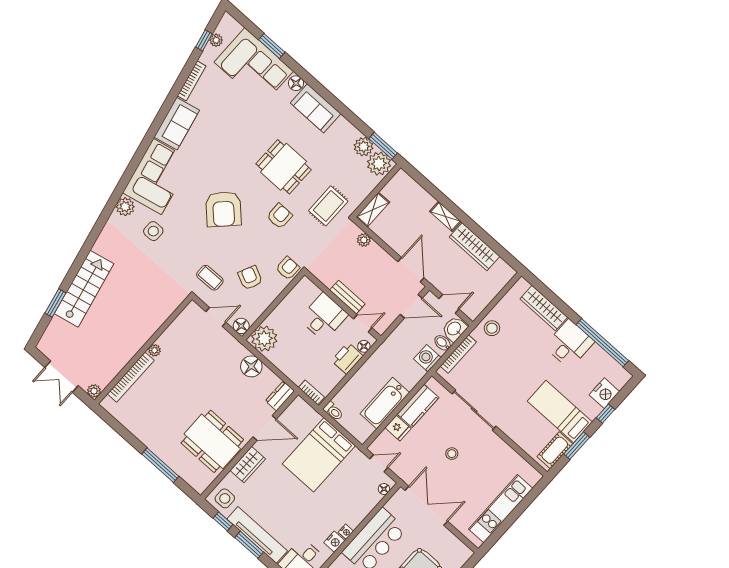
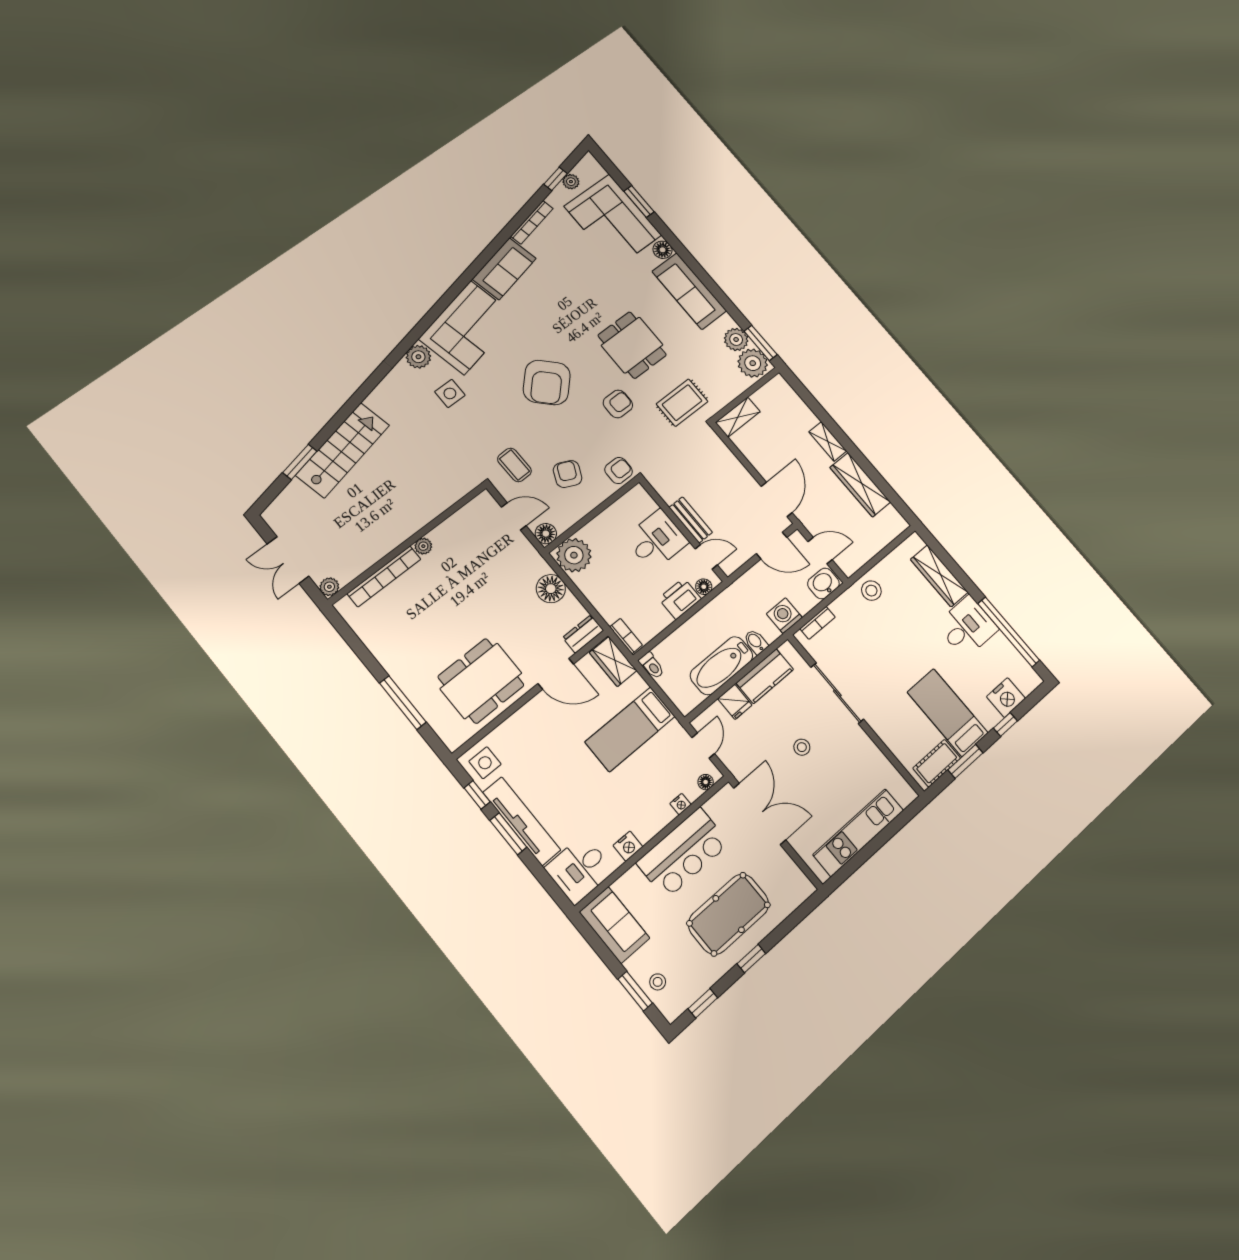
sofa: (316, 108) -> (689, 291), width x1.36
plant: (364, 240) -> (722, 452), removed
bidet: (443, 343) -> (756, 642), moved
bookcase: (458, 354) -> (818, 623), width x0.64
dining table: (212, 441) -> (481, 681), turned 90
bed: (319, 455) -> (630, 729), width x0.67
door: (379, 463) -> (703, 746), hinge flipped
wardrobe: (248, 465) -> (613, 662), moved, turned 90
nightstand: (346, 532) -> (680, 804), moved

